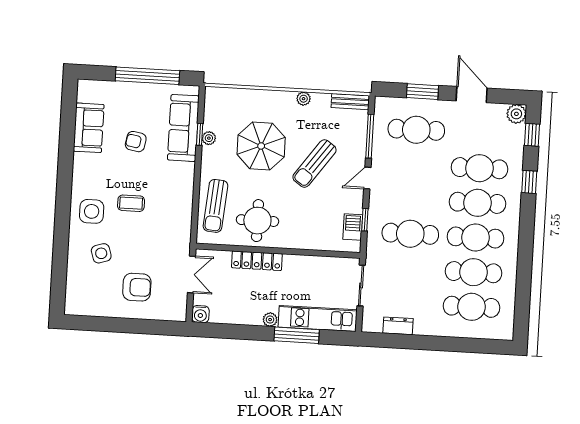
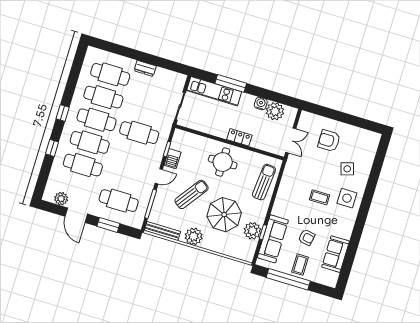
plant: (304, 99) -> (194, 236), width x1.88, depth x1.88
coffee table: (136, 101) -> (300, 265), added
bench: (350, 102) -> (162, 231), width x1.36
plant: (516, 114) -> (61, 199), moved
window: (532, 135) -> (63, 113), moved
plant: (209, 138) -> (252, 231), width x1.88, depth x1.88
round table: (257, 221) -> (223, 162), moved
barbecue: (353, 227) -> (173, 159), moved
locker: (257, 261) -> (239, 137), width x0.66
double door: (192, 274) -> (291, 140), swing flipped
water cooler: (200, 314) -> (261, 104), moved
plant: (270, 320) -> (275, 111), moved, width x1.87, depth x1.87
dresser: (398, 326) -> (145, 68), moved

